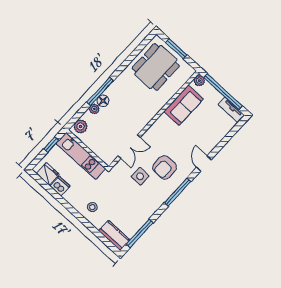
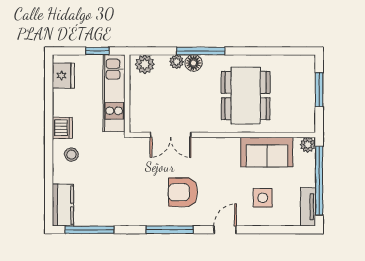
dining table: (156, 67) -> (246, 96), moved, turned 90
side table: (140, 176) -> (263, 198), moved
dishwasher: (60, 186) -> (62, 128), moved

